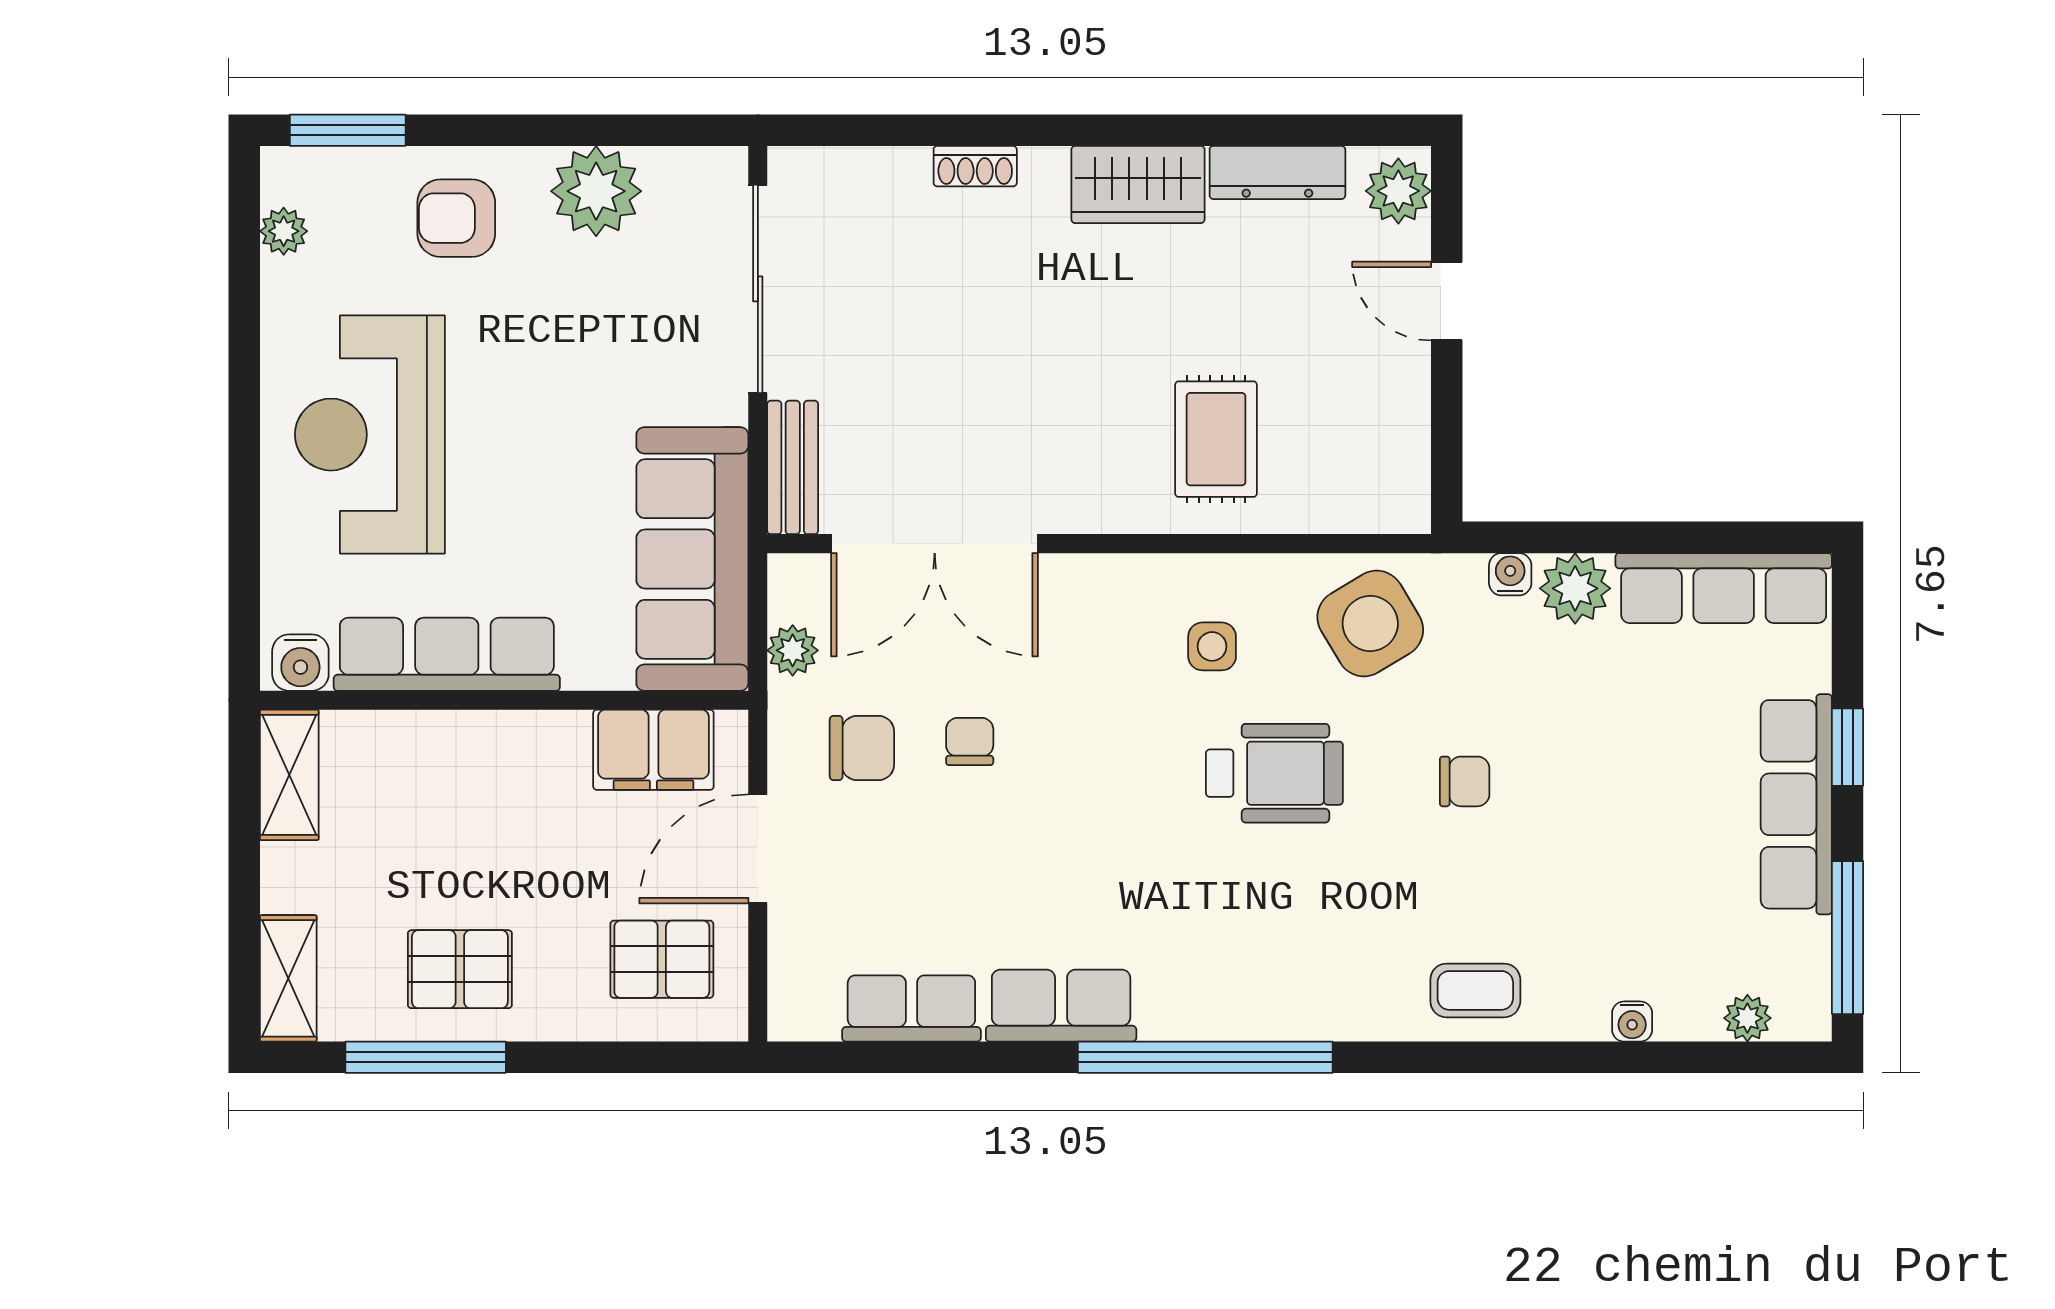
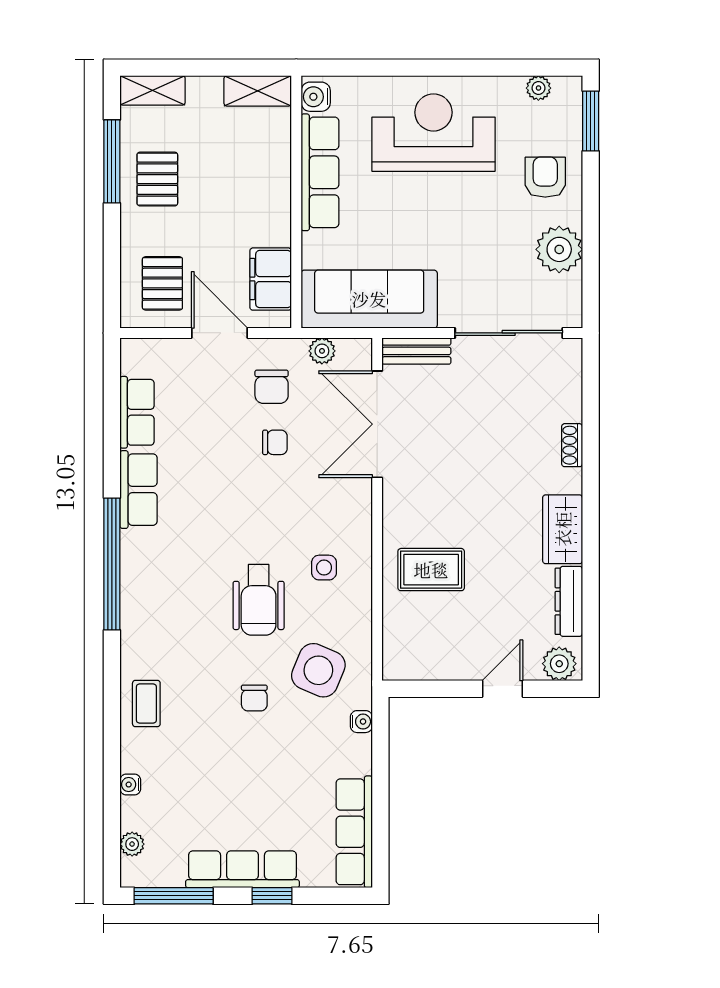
plant: (1575, 588) -> (354, 755), removed
side table: (1370, 623) -> (318, 670), moved, turned -36

